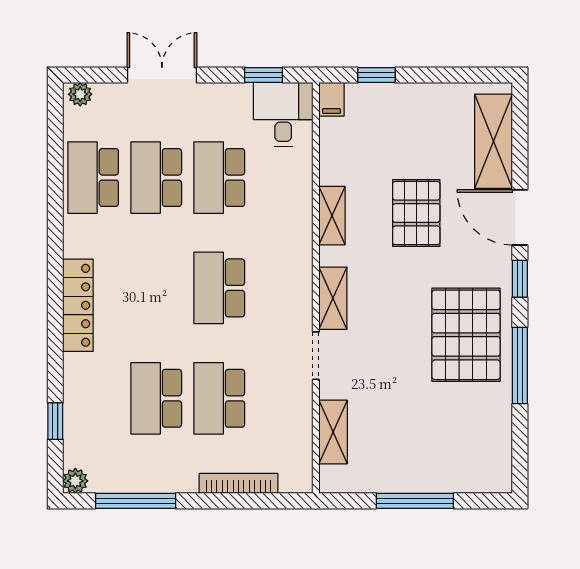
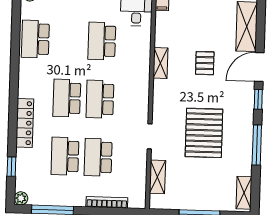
school desk: (156, 178) -> (67, 98), moved
pallet: (416, 213) -> (205, 63), width x0.67, depth x0.71
door: (520, 217) -> (259, 67), hinge flipped
shelving: (333, 298) -> (244, 193), moved
locker: (78, 305) -> (25, 123), moved
pallet: (466, 335) -> (204, 133), moved

